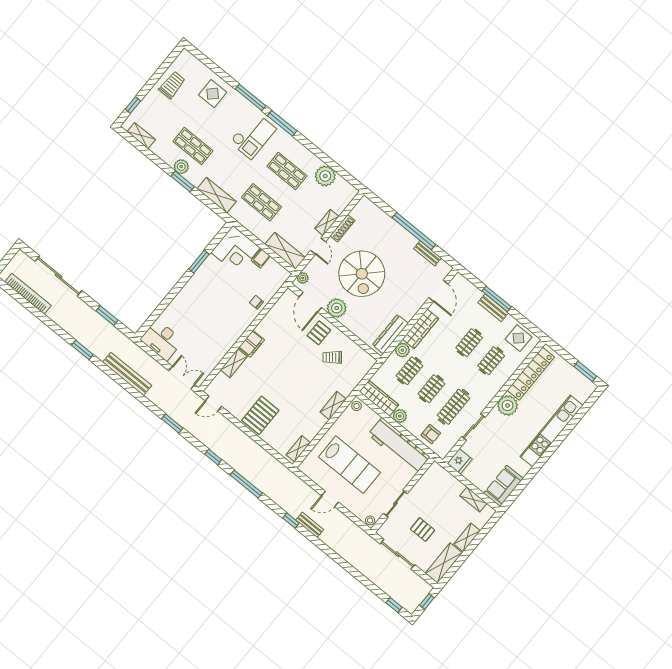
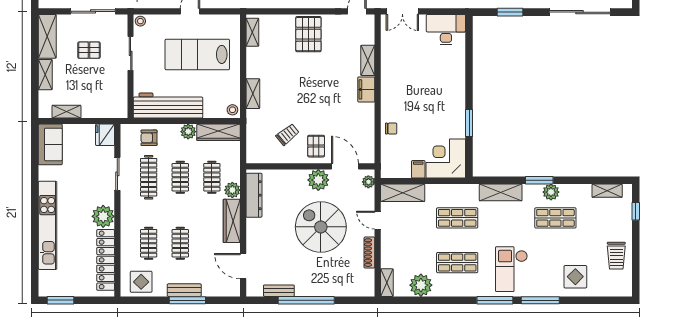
shelving: (327, 222) -> (387, 283), moved

